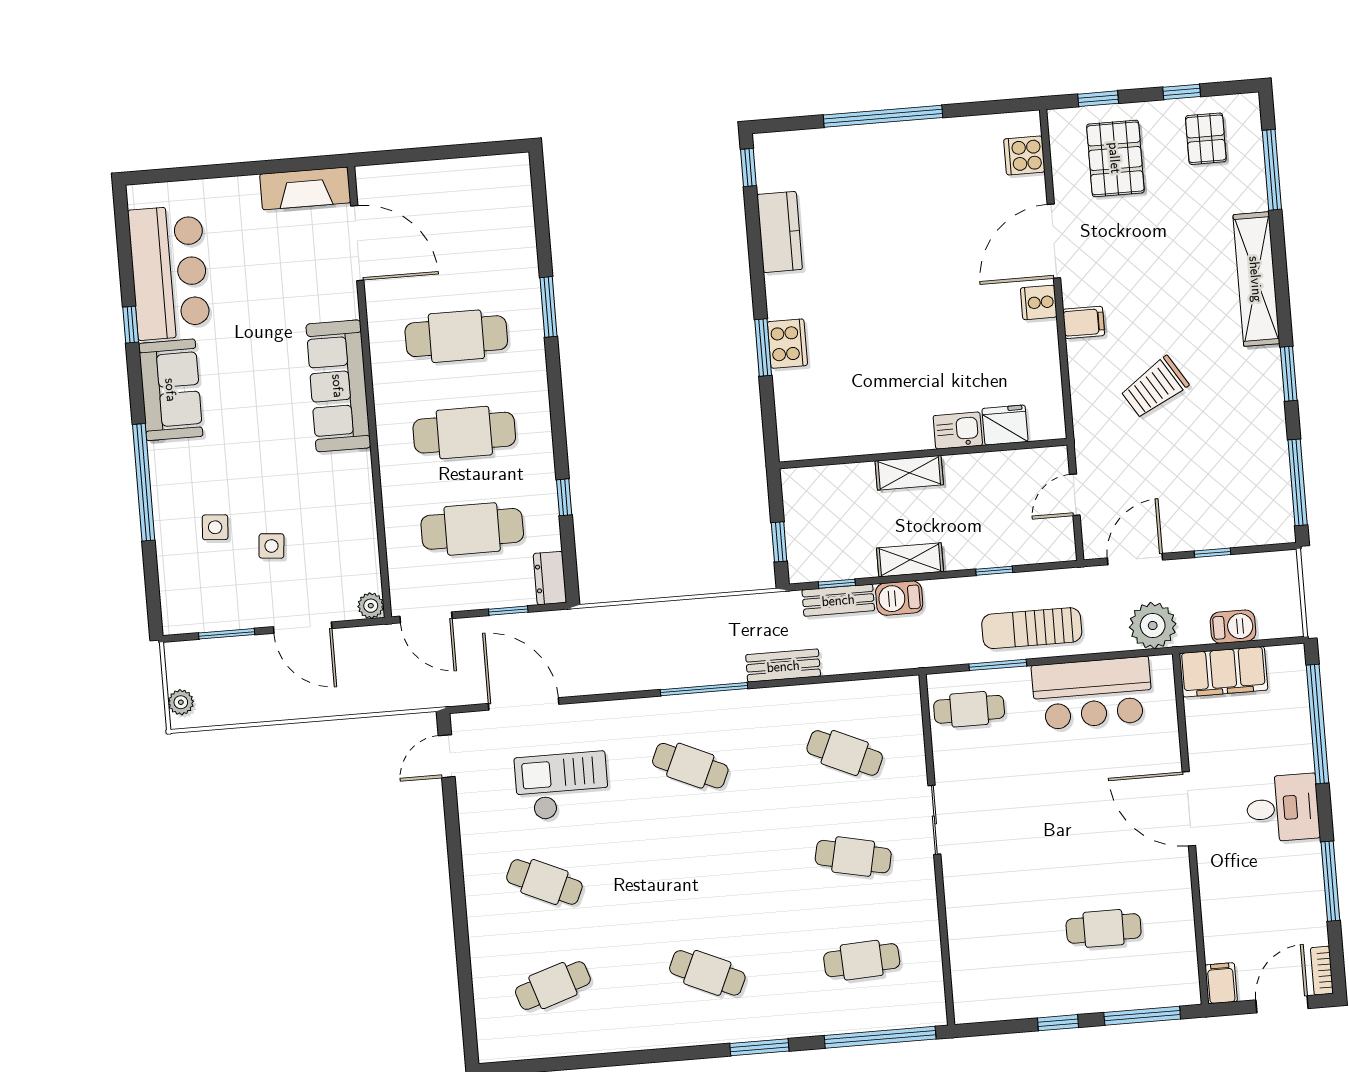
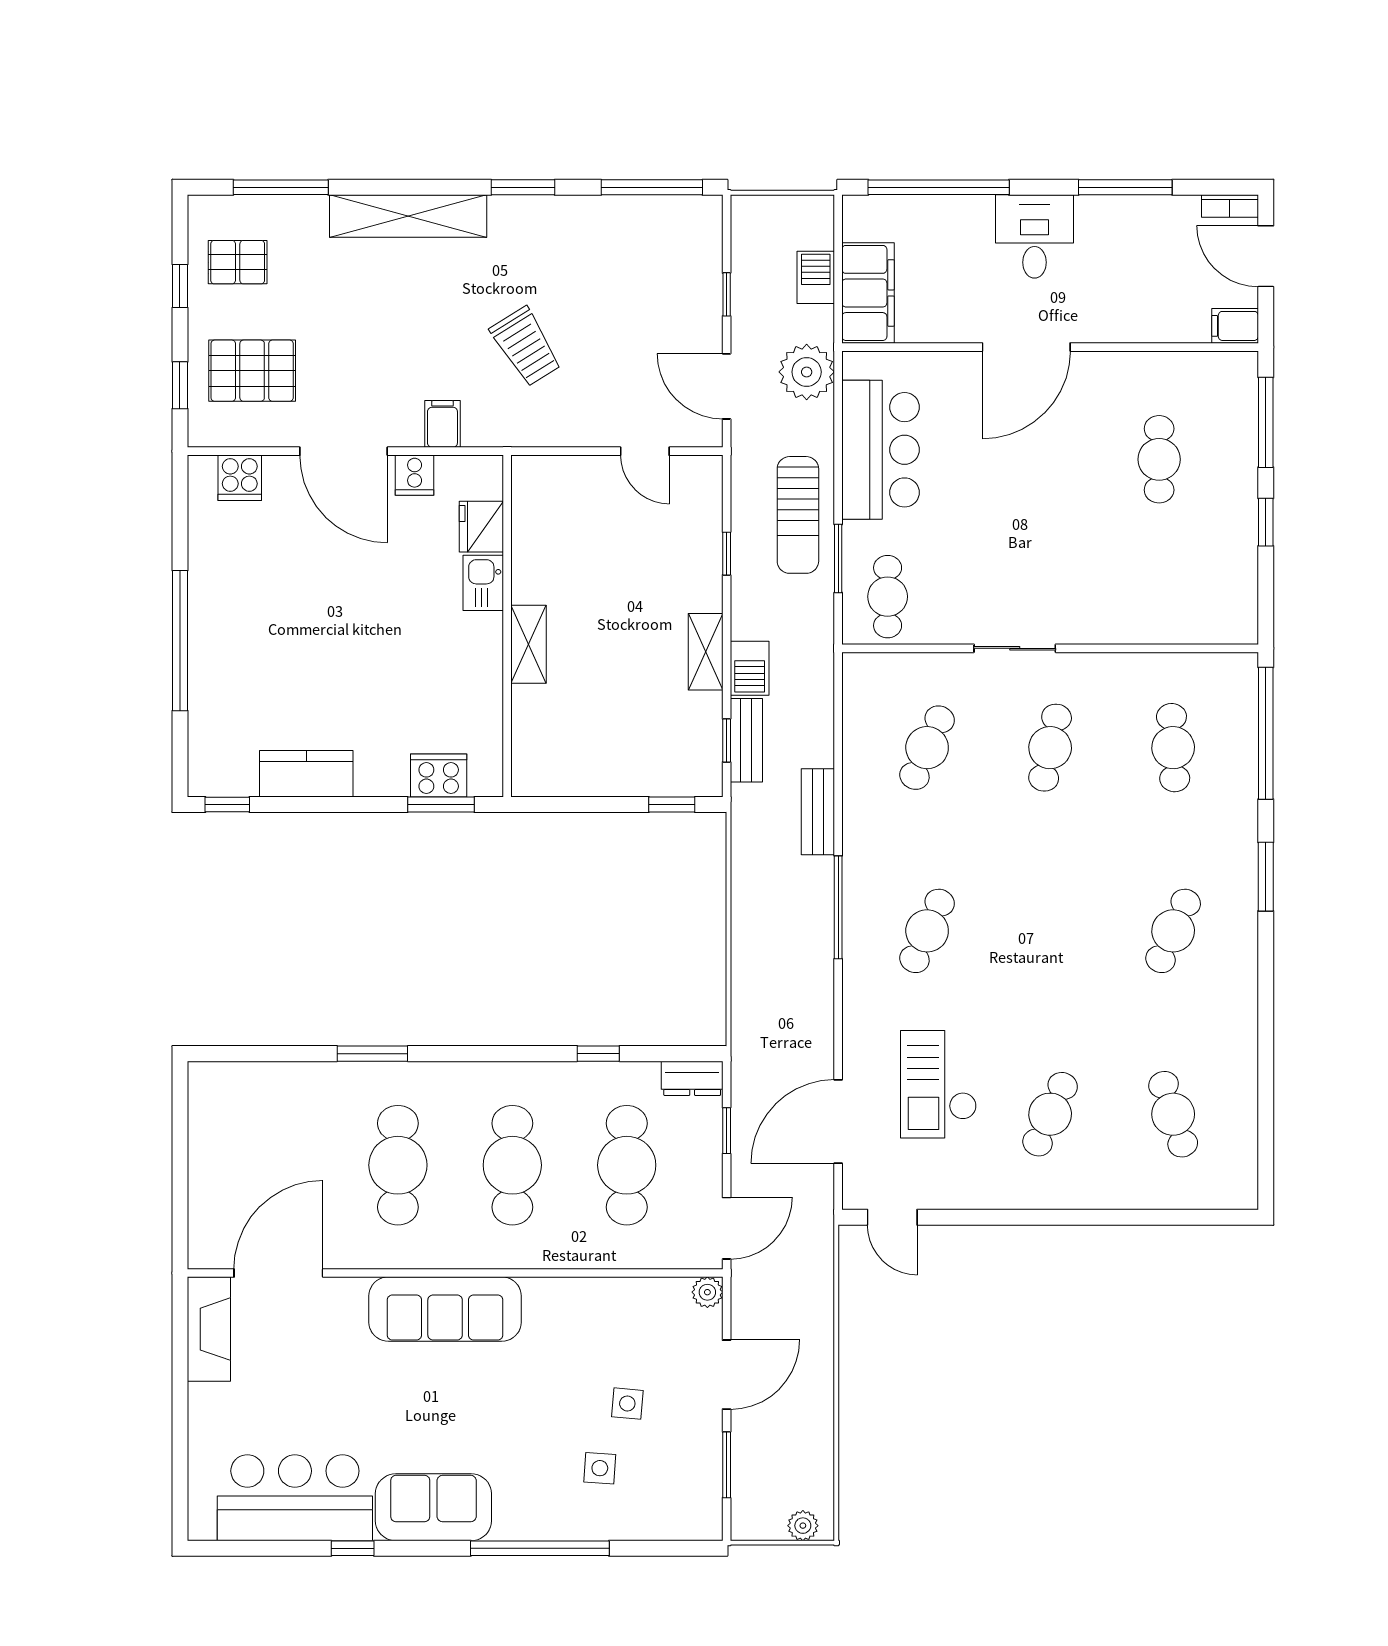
fridge: (1005, 425) -> (481, 527), moved
kitchen sink: (958, 431) -> (483, 583), moved
wall: (923, 454) -> (507, 626), moved
shelving: (909, 473) -> (528, 644), moved

